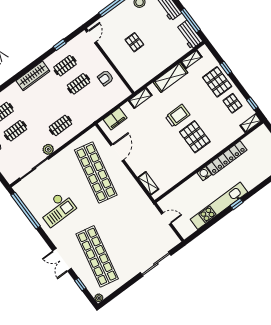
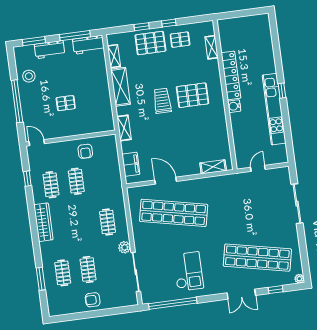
window: (252, 104) -> (169, 23), moved
shelving: (251, 123) -> (212, 47), moved

